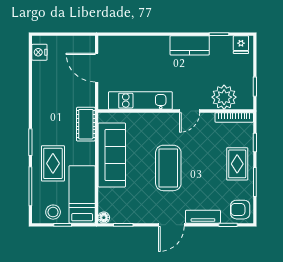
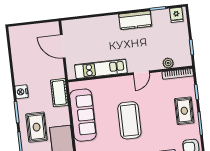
nightstand: (39, 52) -> (22, 92), moved
plant: (224, 97) -> (168, 63), width x0.53, depth x0.53

